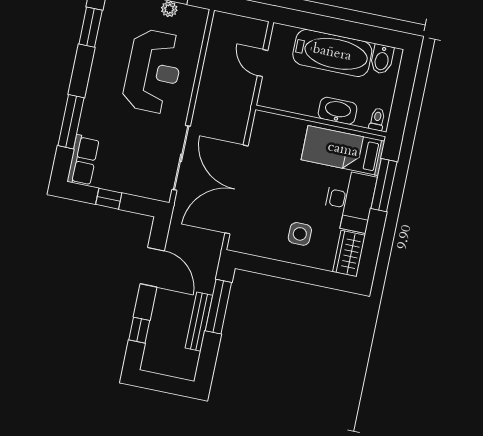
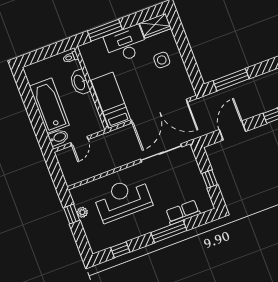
window: (91, 27) -> (120, 250), width x0.67
bidet: (382, 59) -> (58, 137), moved
window: (71, 122) -> (169, 231), moved
bed: (343, 150) -> (111, 100), moved, turned 180
row of seats: (83, 160) -> (183, 212), moved
bench: (199, 322) -> (246, 85), removed

